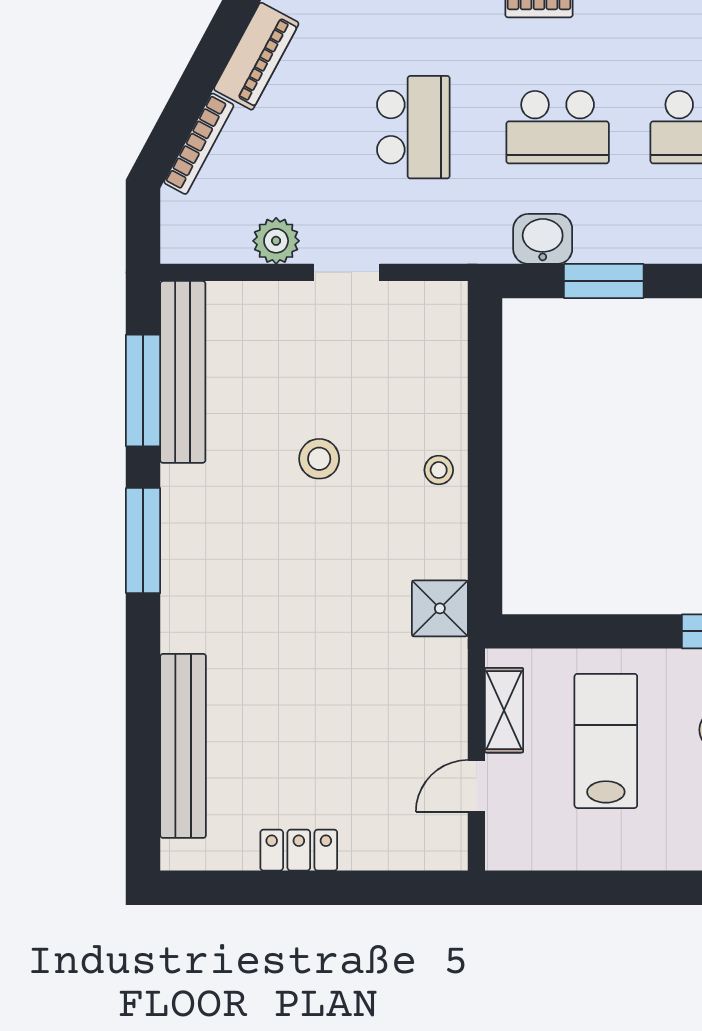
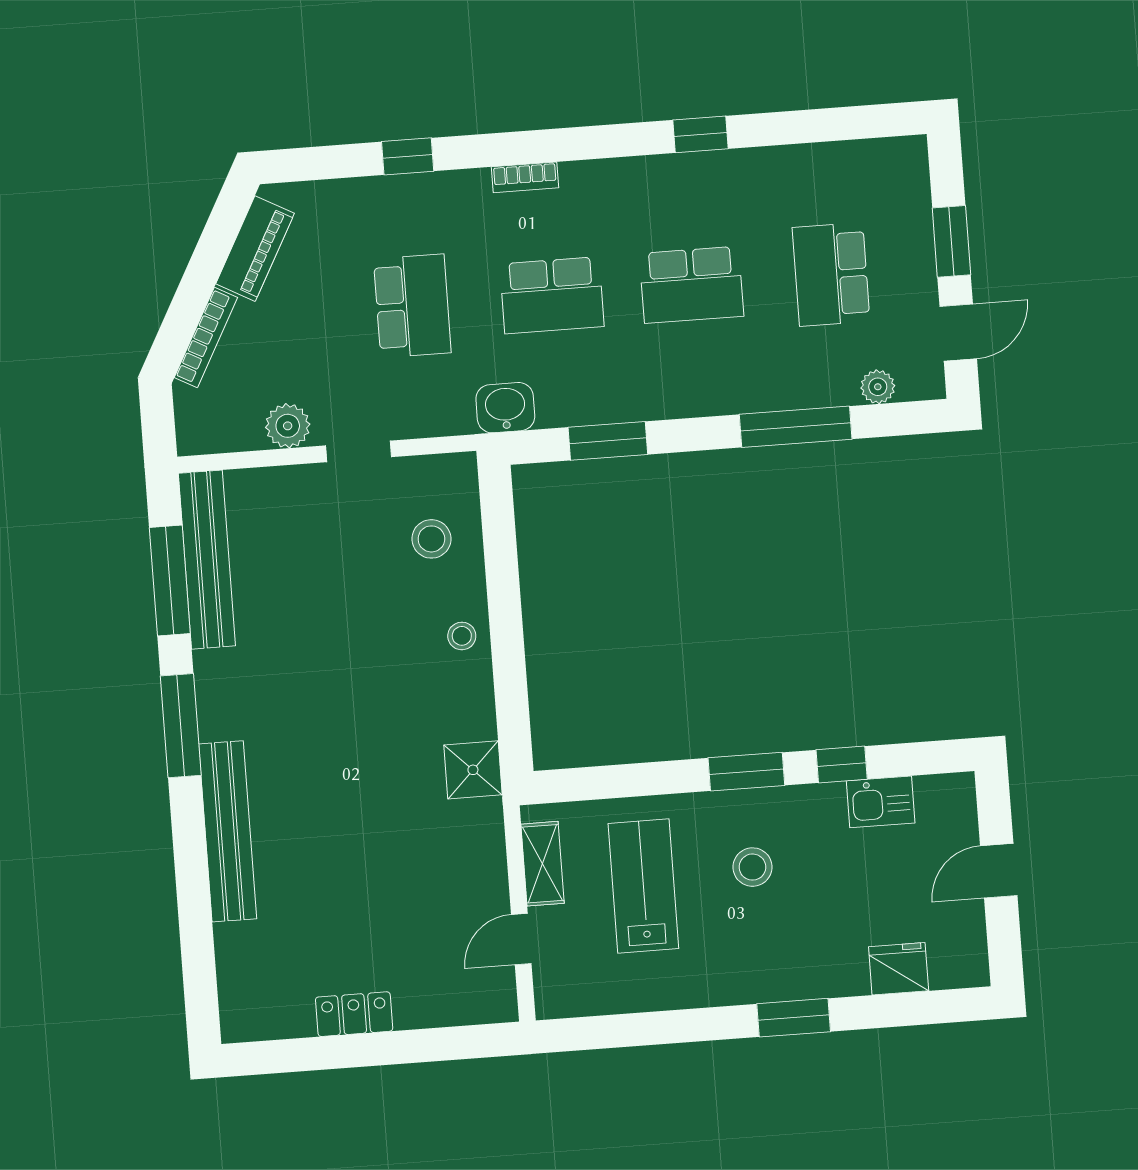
washbasin: (543, 239) -> (505, 408), moved
stool: (319, 459) -> (431, 539), moved
bench: (183, 746) -> (228, 831), moved

